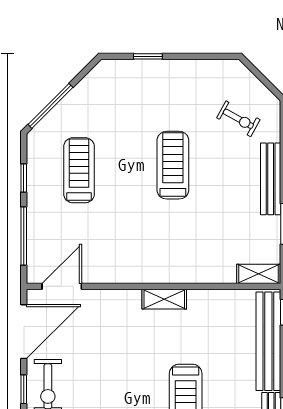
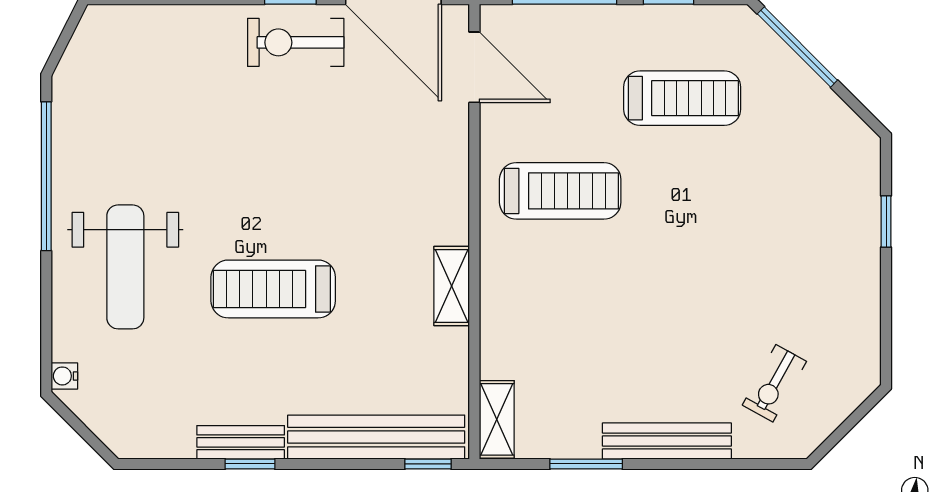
treadmill: (173, 165) -> (560, 191), moved
shelving: (164, 299) -> (452, 286), moved

